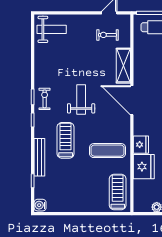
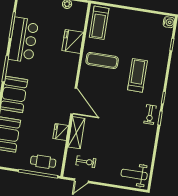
weight bench: (81, 100) -> (118, 109), removed
treadmill: (66, 140) -> (137, 75), turned 180
fridge: (141, 145) -> (61, 132), moved
bench: (39, 157) -> (163, 64), removed

